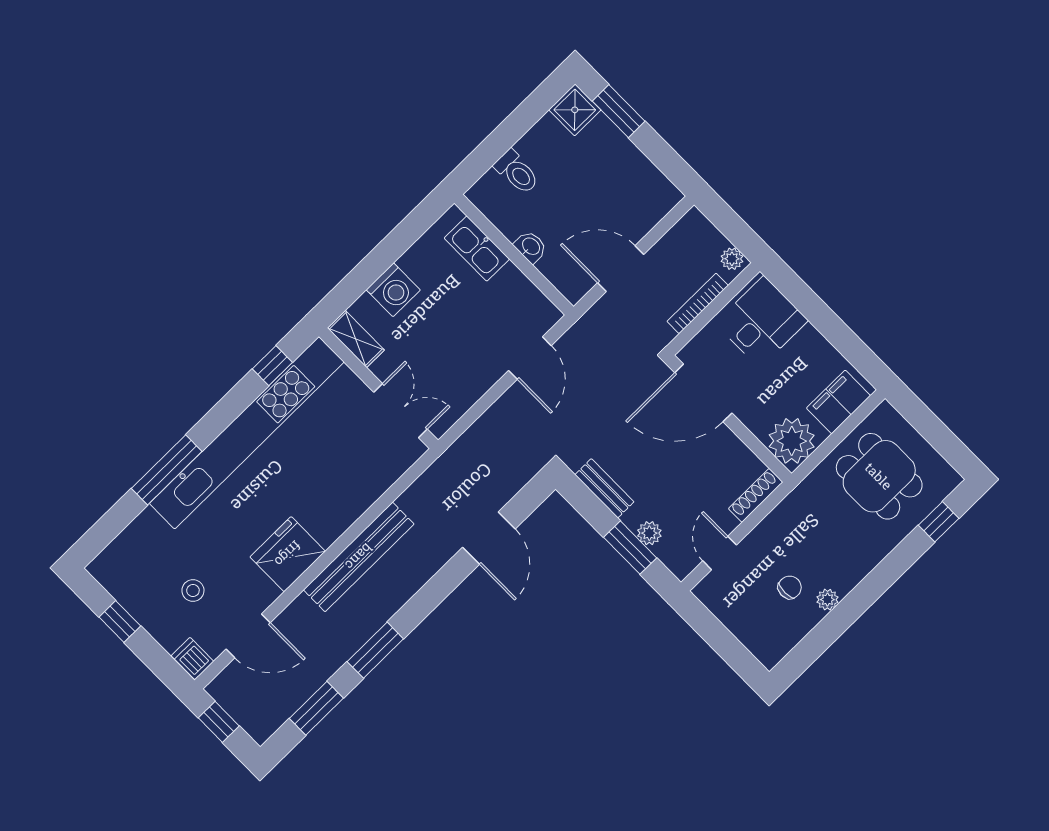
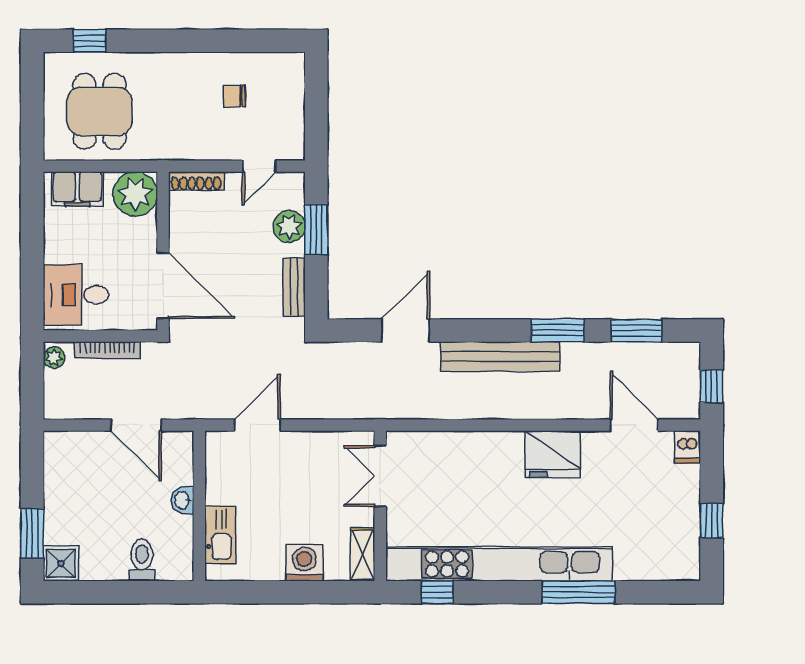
plant: (649, 533) -> (289, 227), width x1.38, depth x1.38
bench: (359, 557) -> (500, 356), moved
stool: (193, 590) -> (641, 493), removed
plant: (827, 600) -> (217, 62), removed

